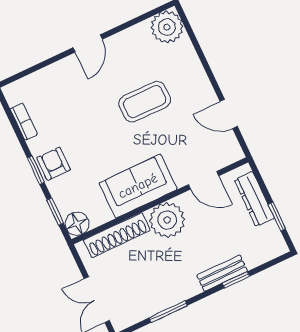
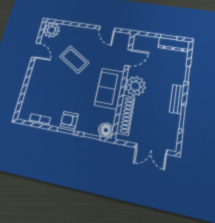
door: (88, 44) -> (36, 50), moved
coffee table: (145, 102) -> (74, 60), turned -58
door: (229, 114) -> (107, 29), hinge flipped
dresser: (254, 199) -> (174, 45), moved
bench: (222, 273) -> (177, 99), moved

